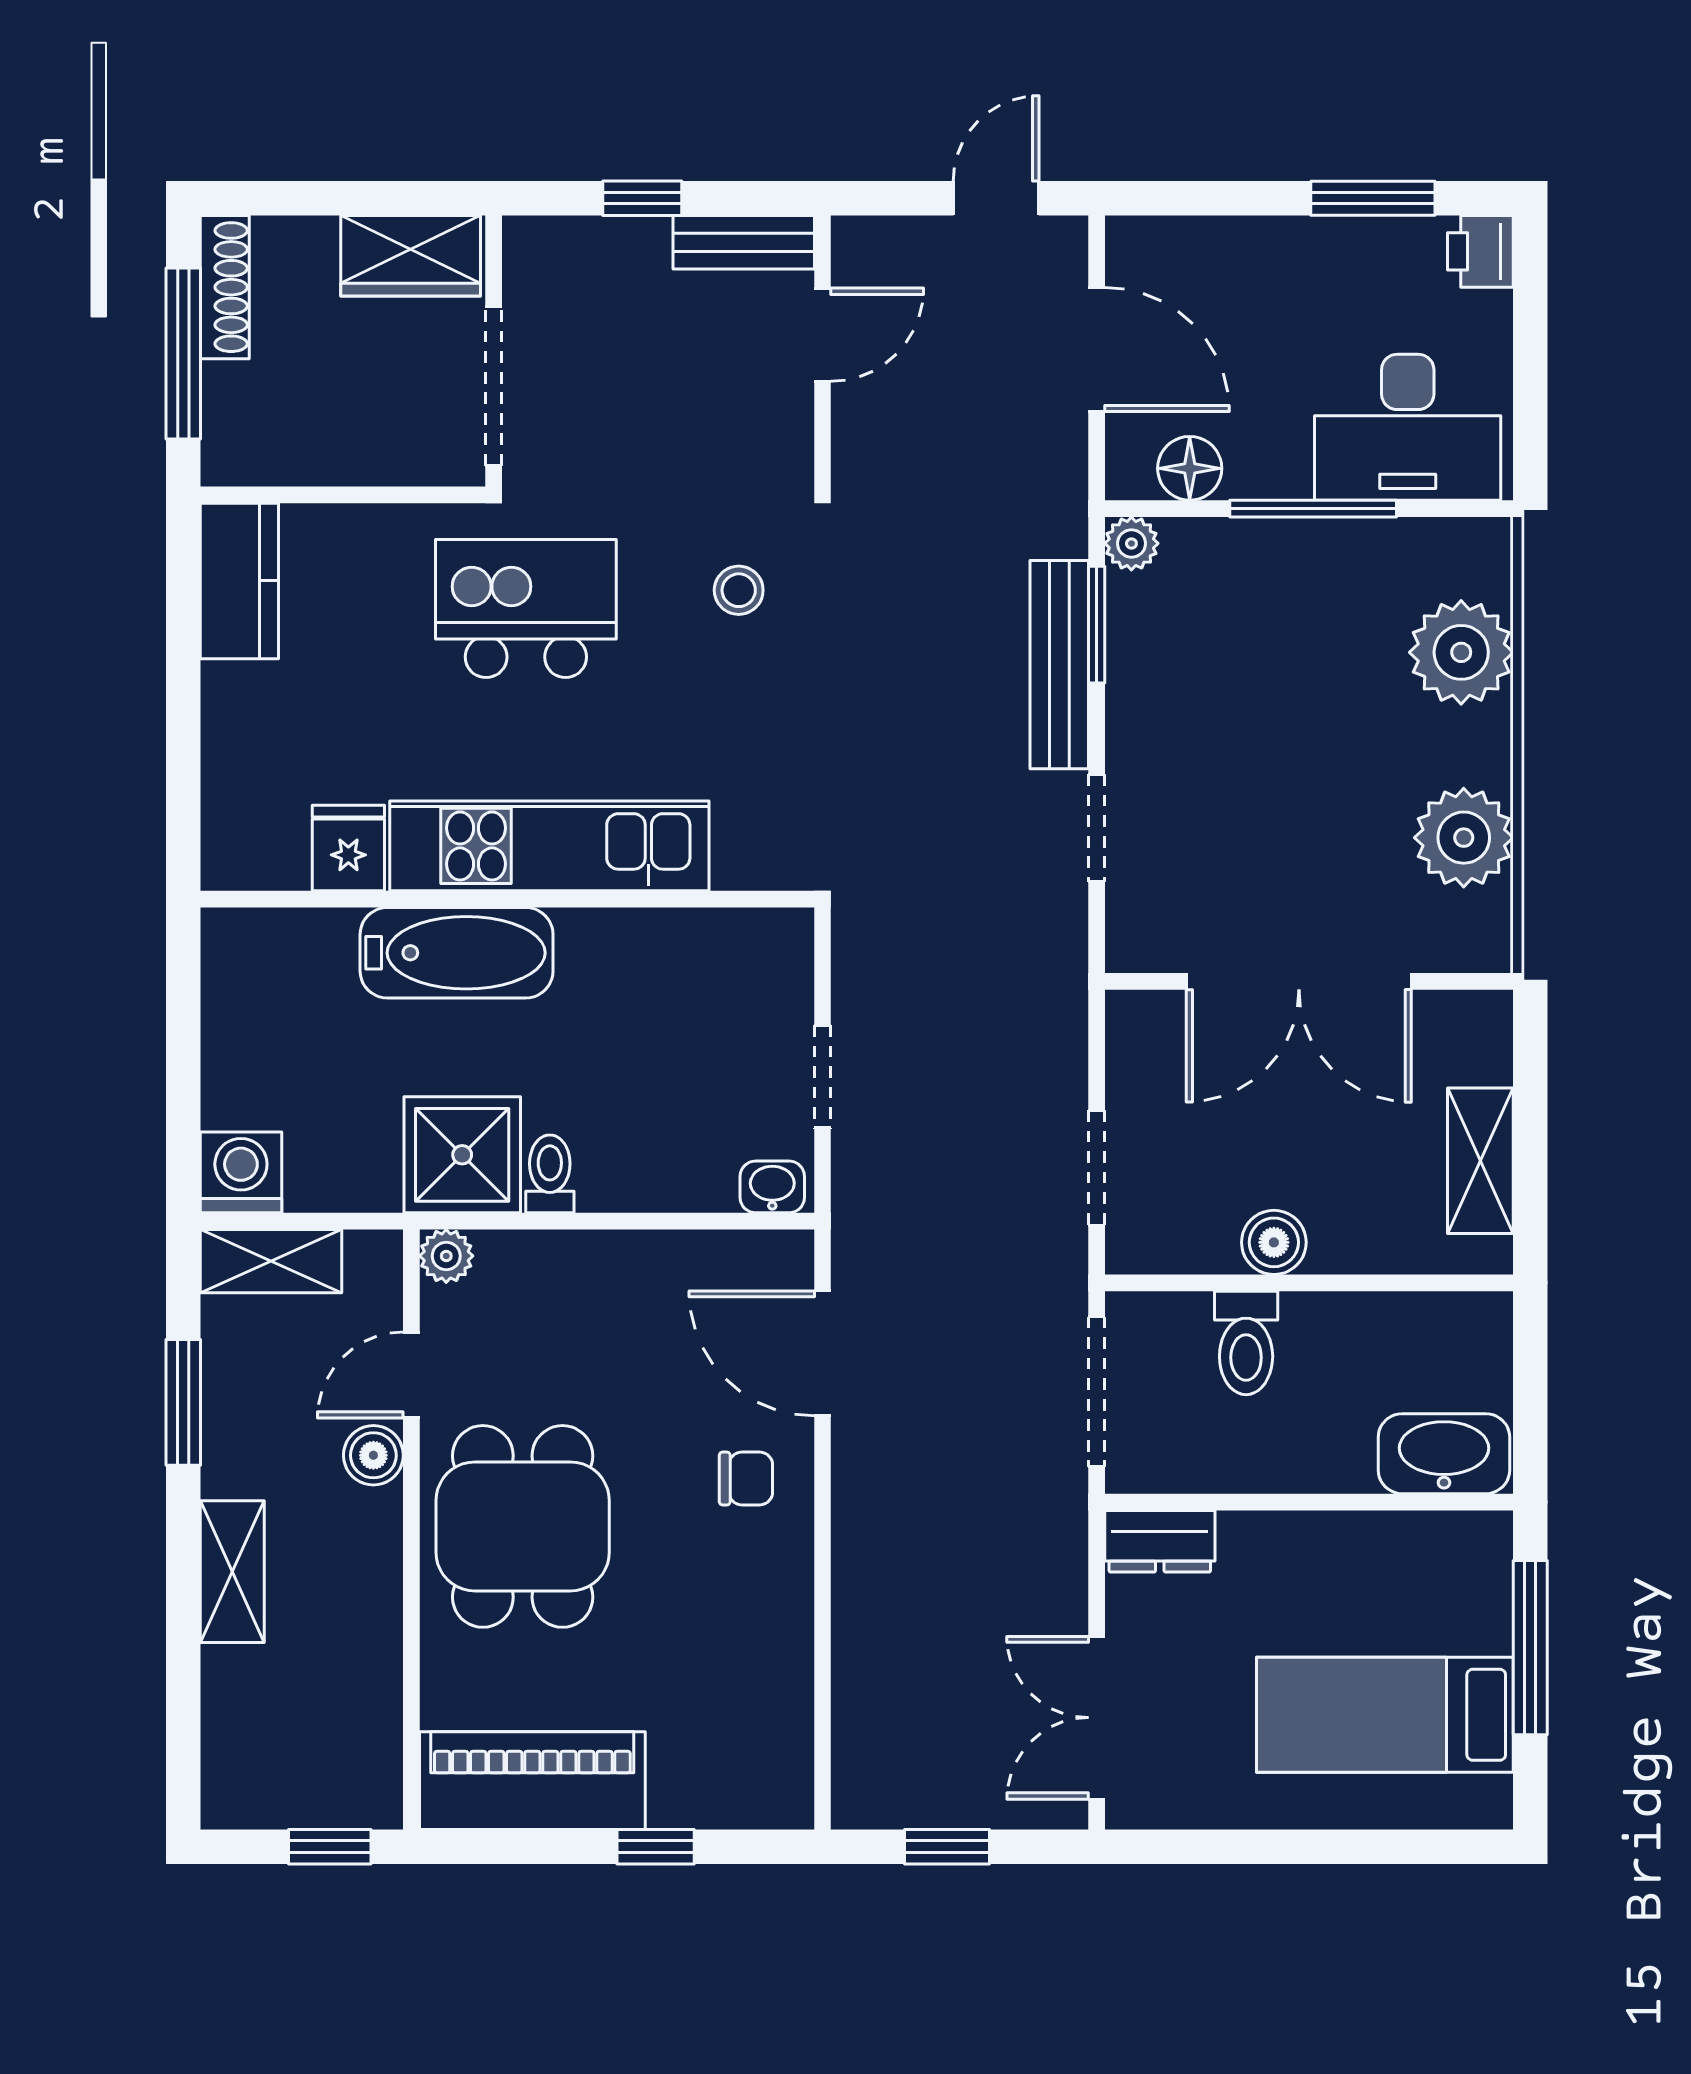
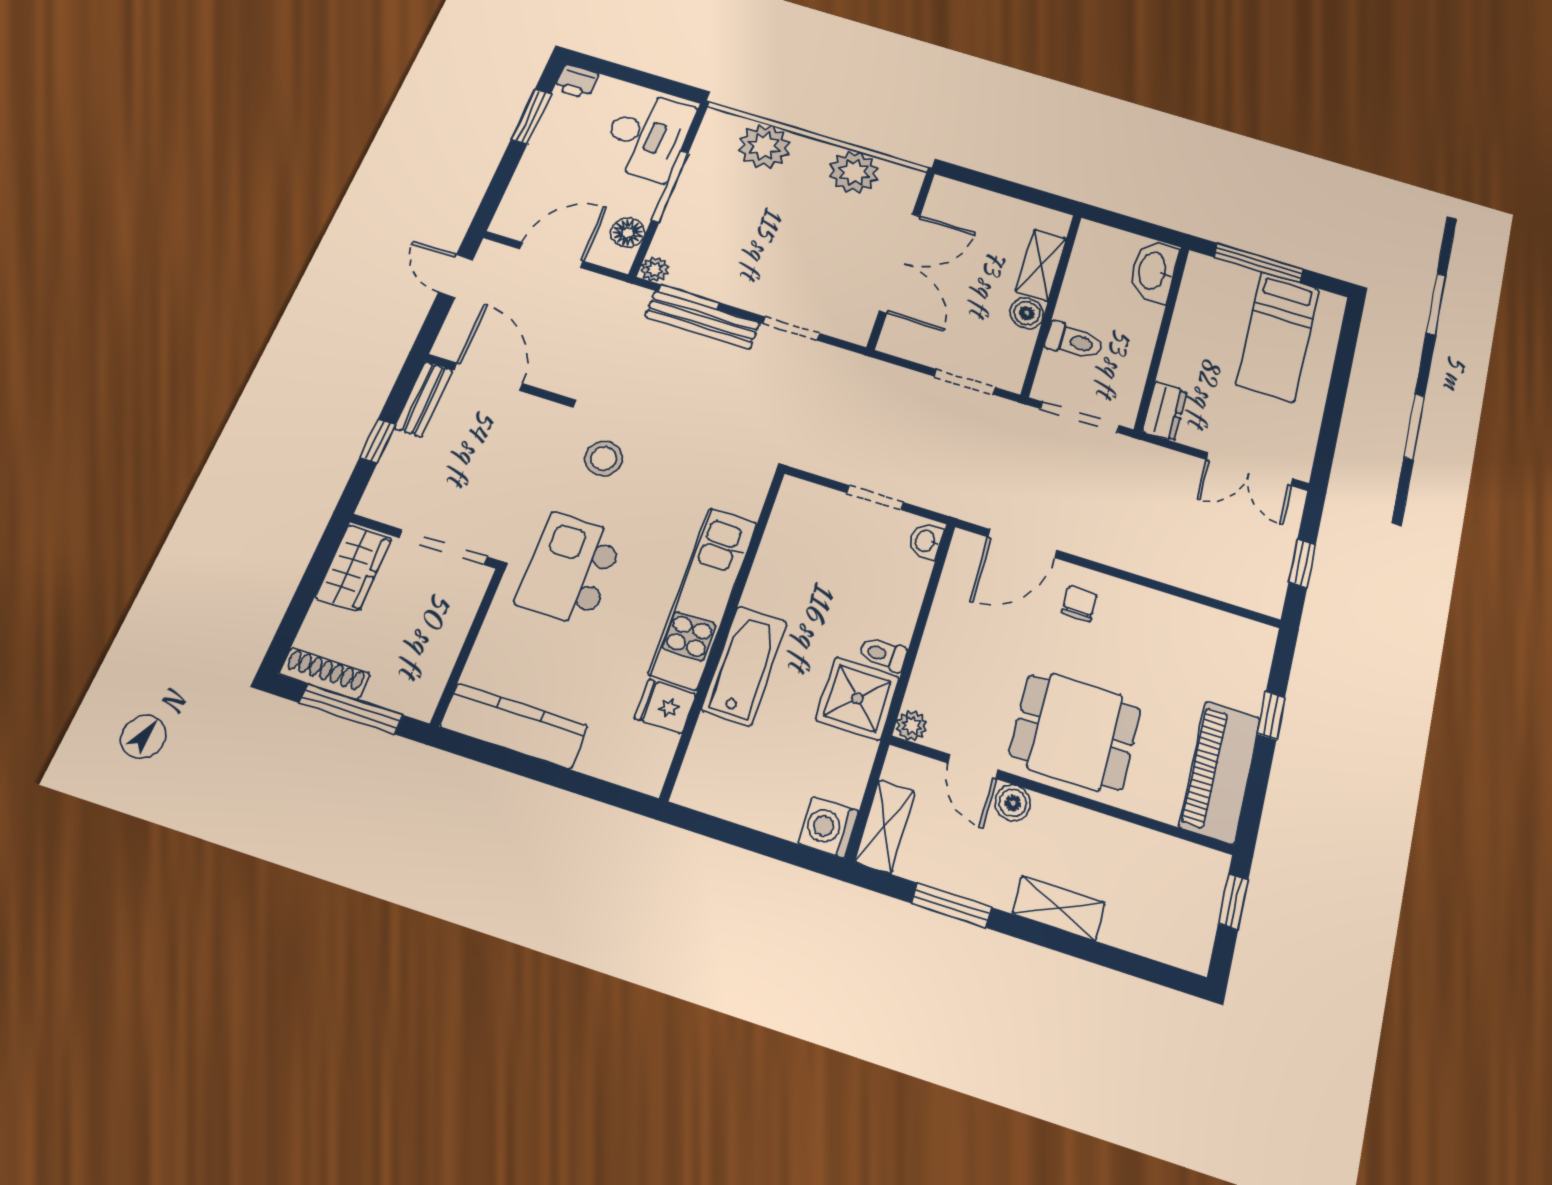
door: (823, 335) -> (488, 377), width x1.38
kitchen counter: (239, 581) -> (514, 726), width x1.50
stool: (739, 590) -> (604, 458), width x1.37, depth x1.37
shelving: (1480, 1161) -> (1041, 265), moved, turned 90

